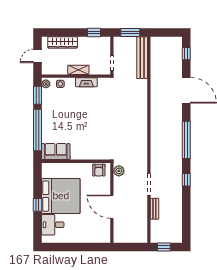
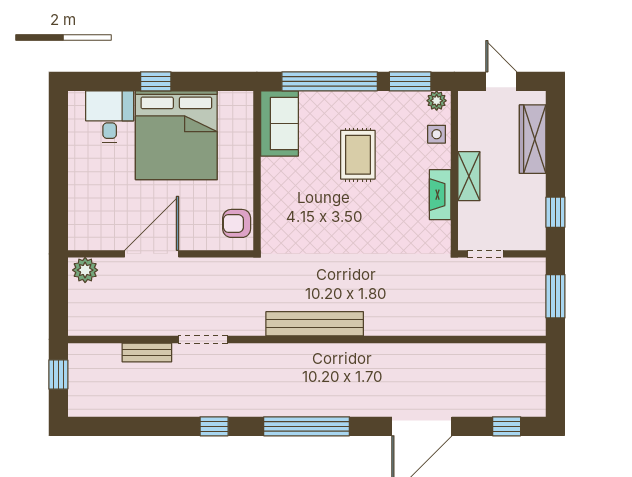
bench: (142, 58) -> (315, 324), moved
rug: (69, 118) -> (358, 155), added
plant: (119, 171) -> (85, 270), moved

